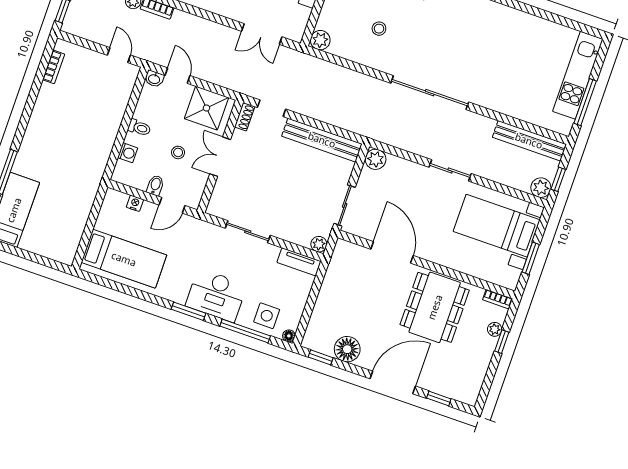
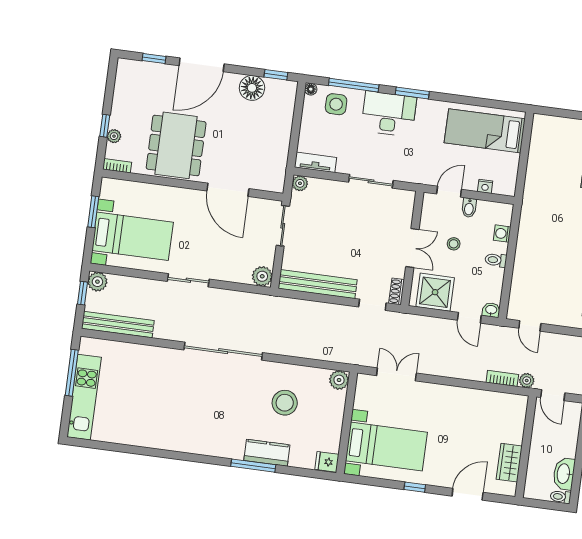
stool: (379, 29) -> (285, 403), width x1.89, depth x1.89

